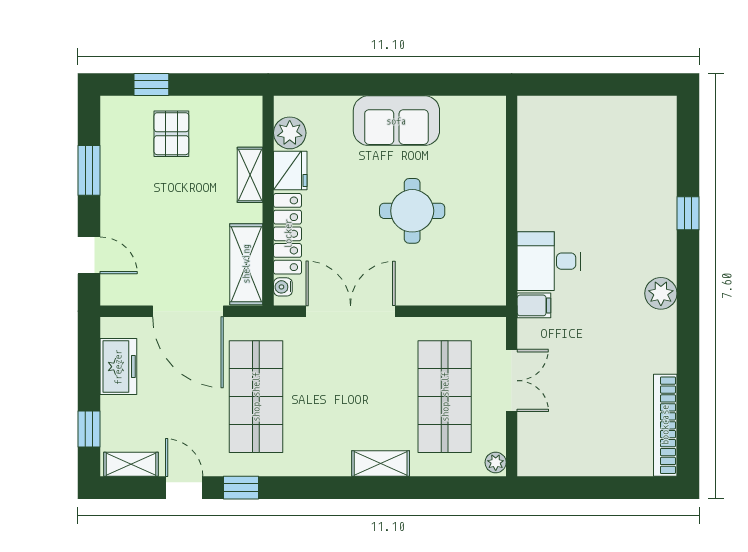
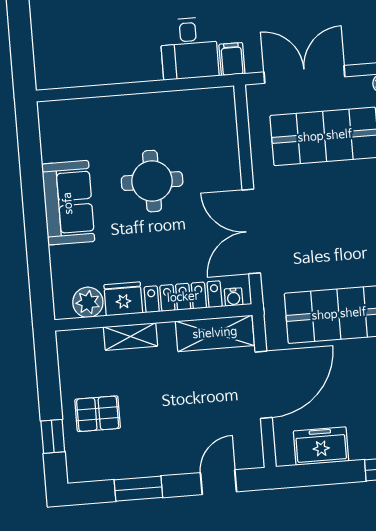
double door: (512, 381) -> (304, 74), width x1.37

